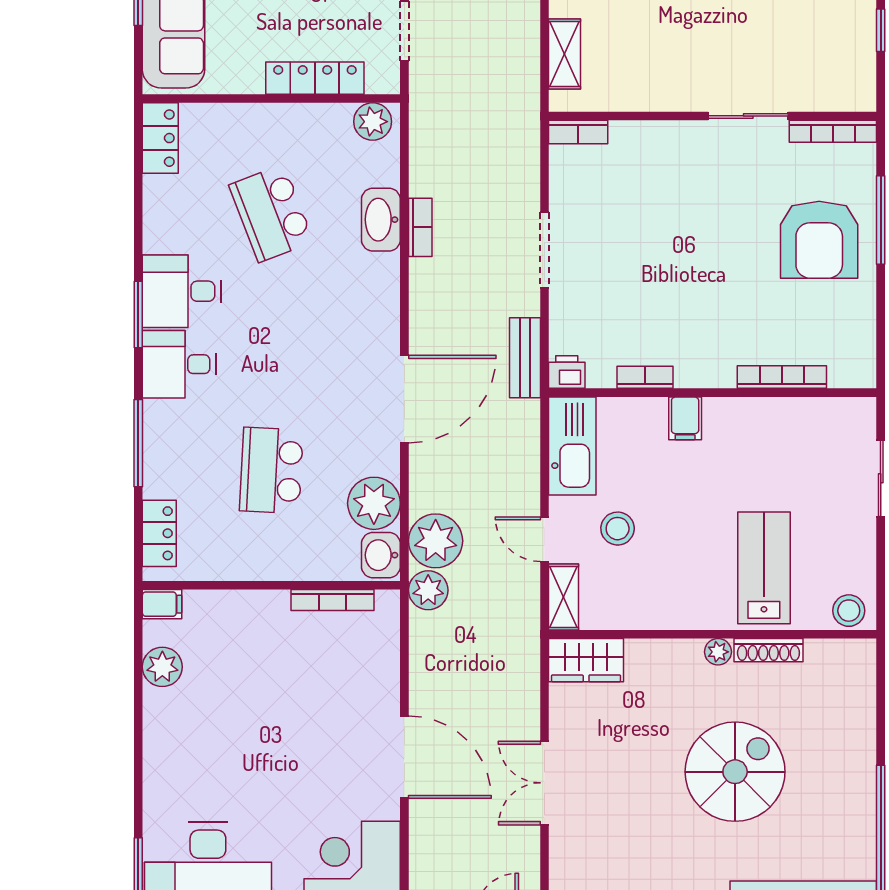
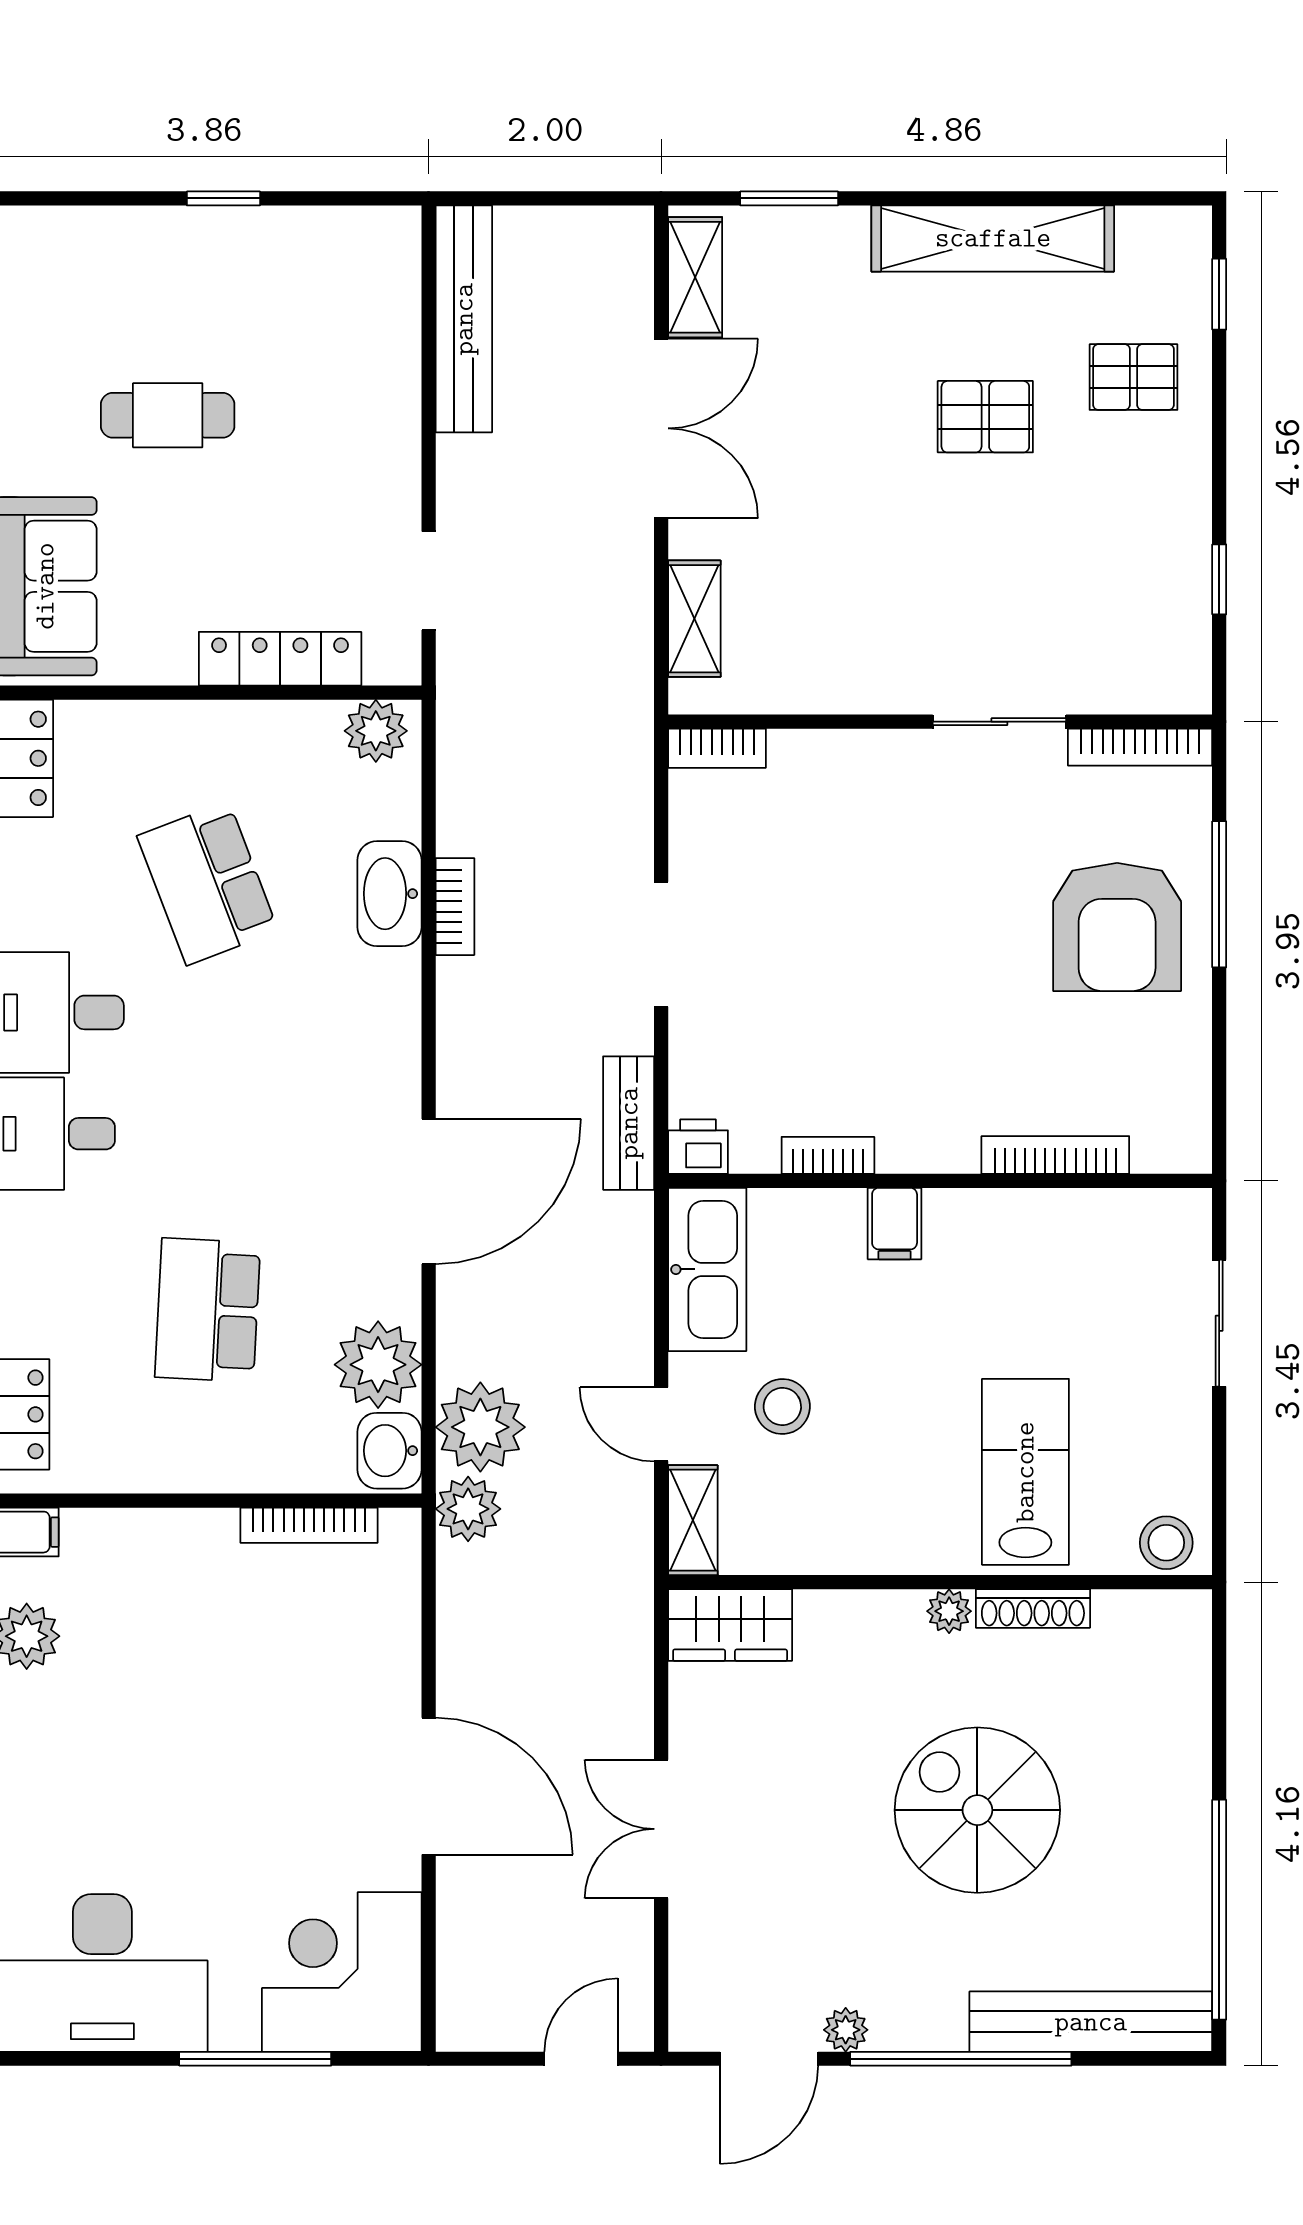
spiral stairs: (735, 772) -> (977, 1810), turned -90

